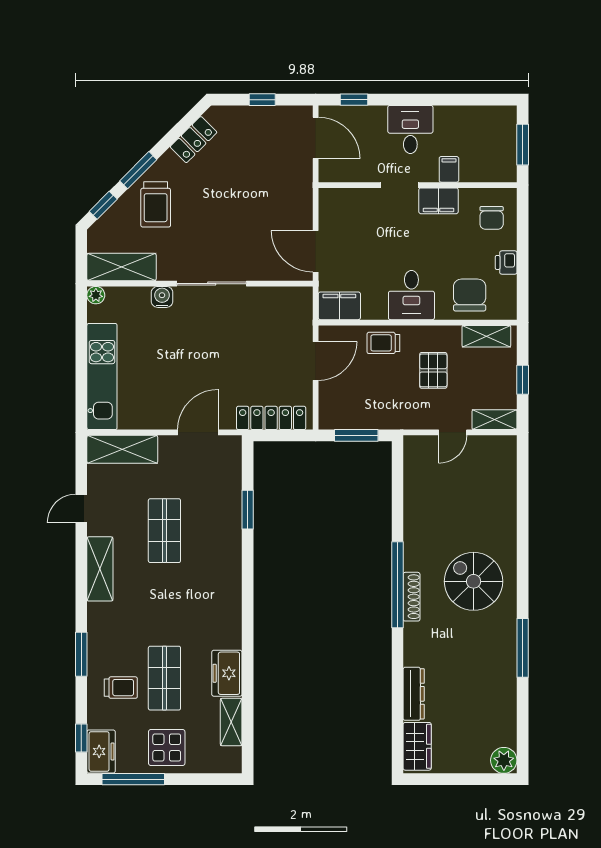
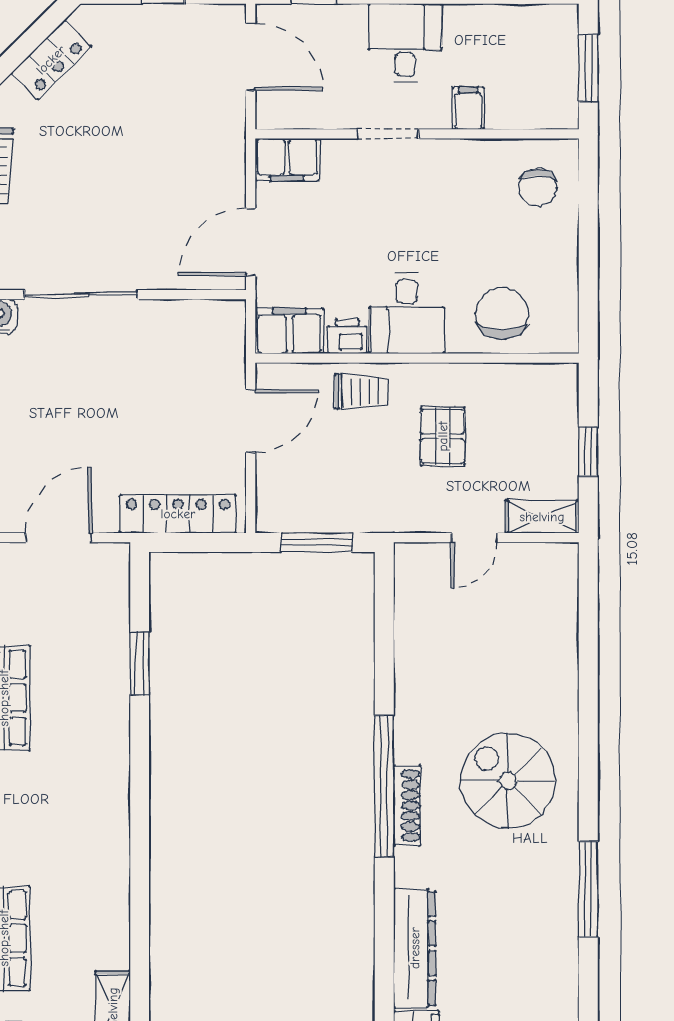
filing cabinet: (439, 201) -> (287, 160), moved
door: (316, 251) -> (251, 242), hinge flipped
printer: (506, 262) -> (347, 336), moved, turned 90
shelving: (486, 336) -> (529, 381), removed
trolley: (383, 343) -> (361, 391), turned 180
freezer: (227, 673) -> (106, 931), removed
dresser: (414, 694) -> (415, 948), width x1.37, depth x1.24

